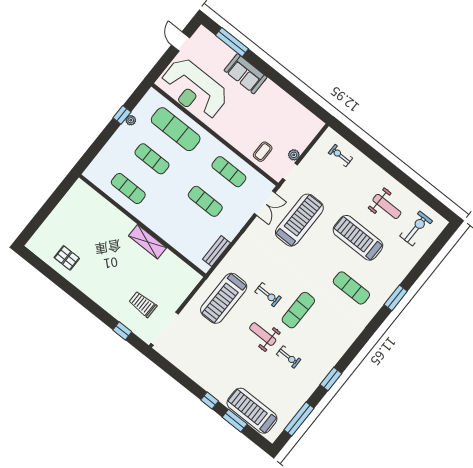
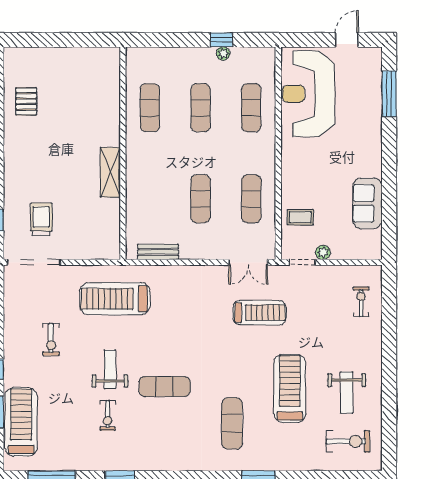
sofa: (246, 74) -> (367, 203), moved
exercise mat: (176, 129) -> (251, 108), width x0.73, depth x0.69
treadmill: (299, 220) -> (259, 313), width x0.73, depth x0.73
exercise bike: (268, 295) -> (51, 339), moved

